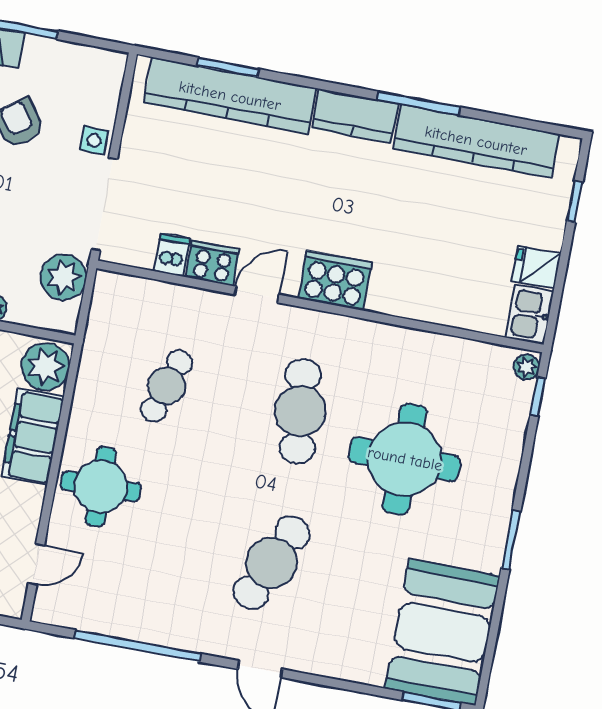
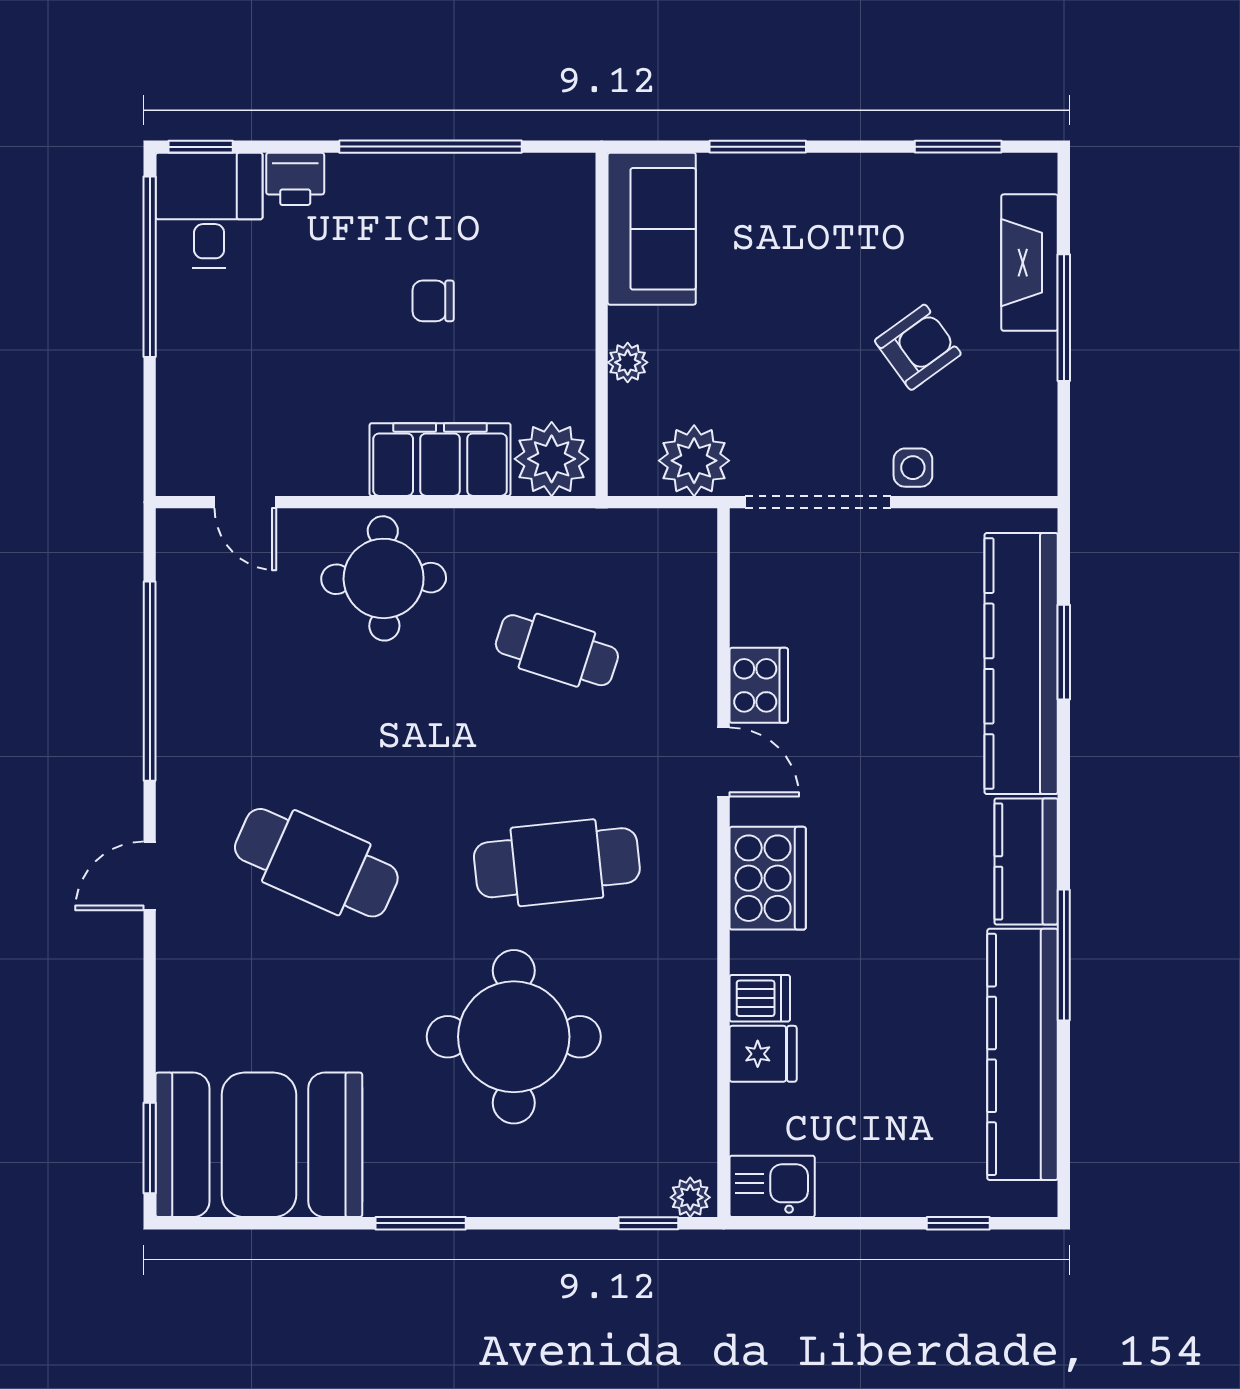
dishwasher: (172, 255) -> (760, 998), moved
fridge: (537, 267) -> (763, 1054), moved, turned 90

